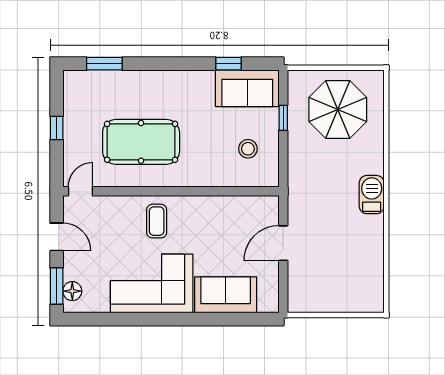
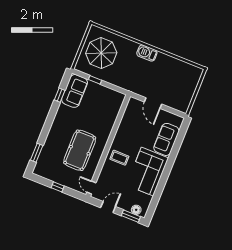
stool: (248, 149) -> (103, 102), removed

